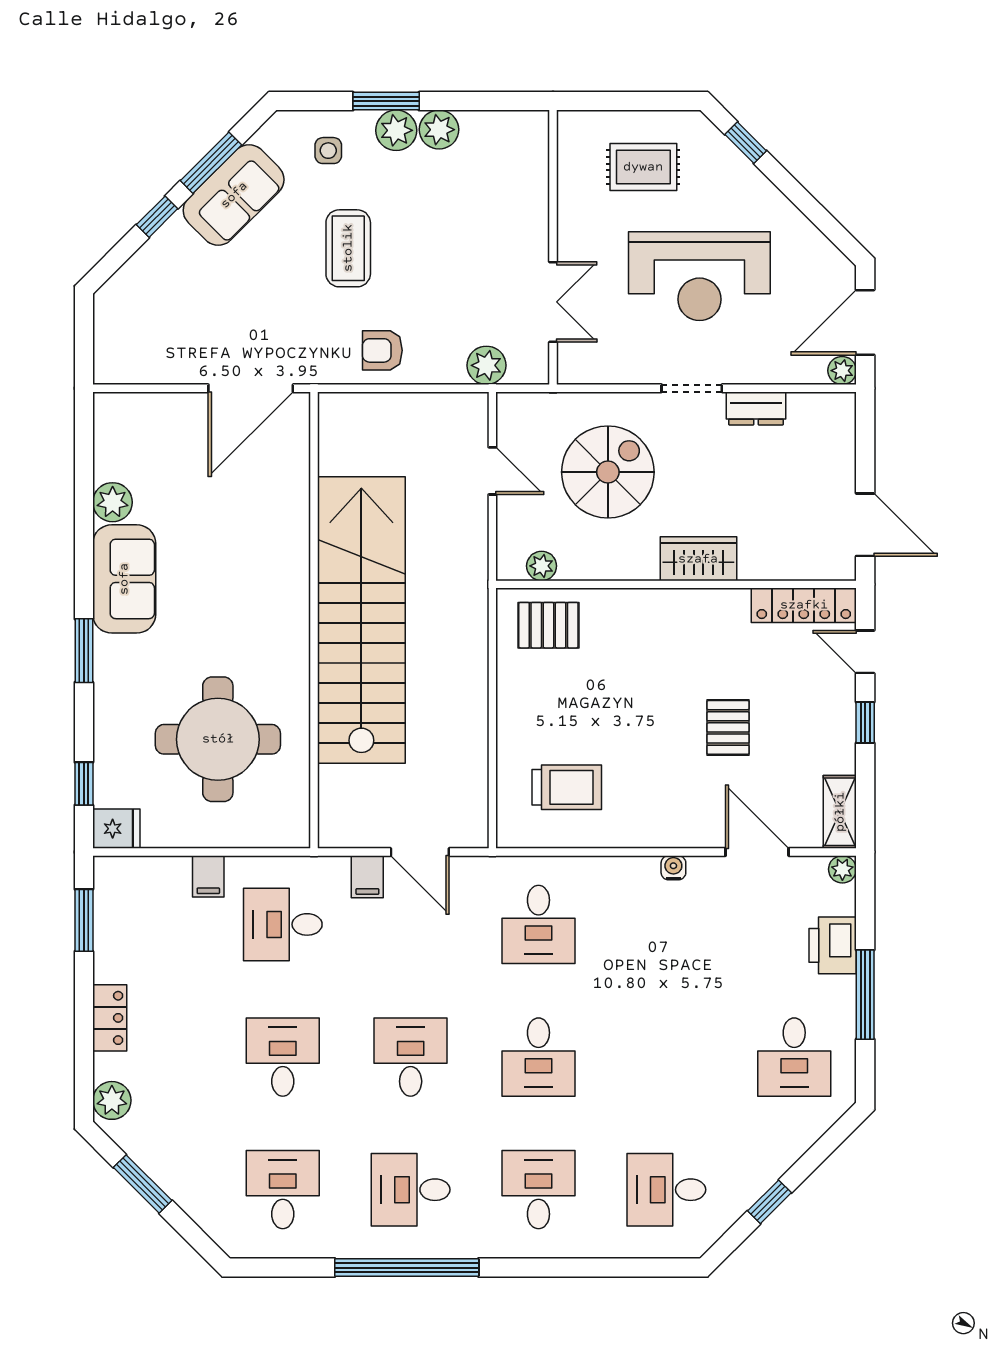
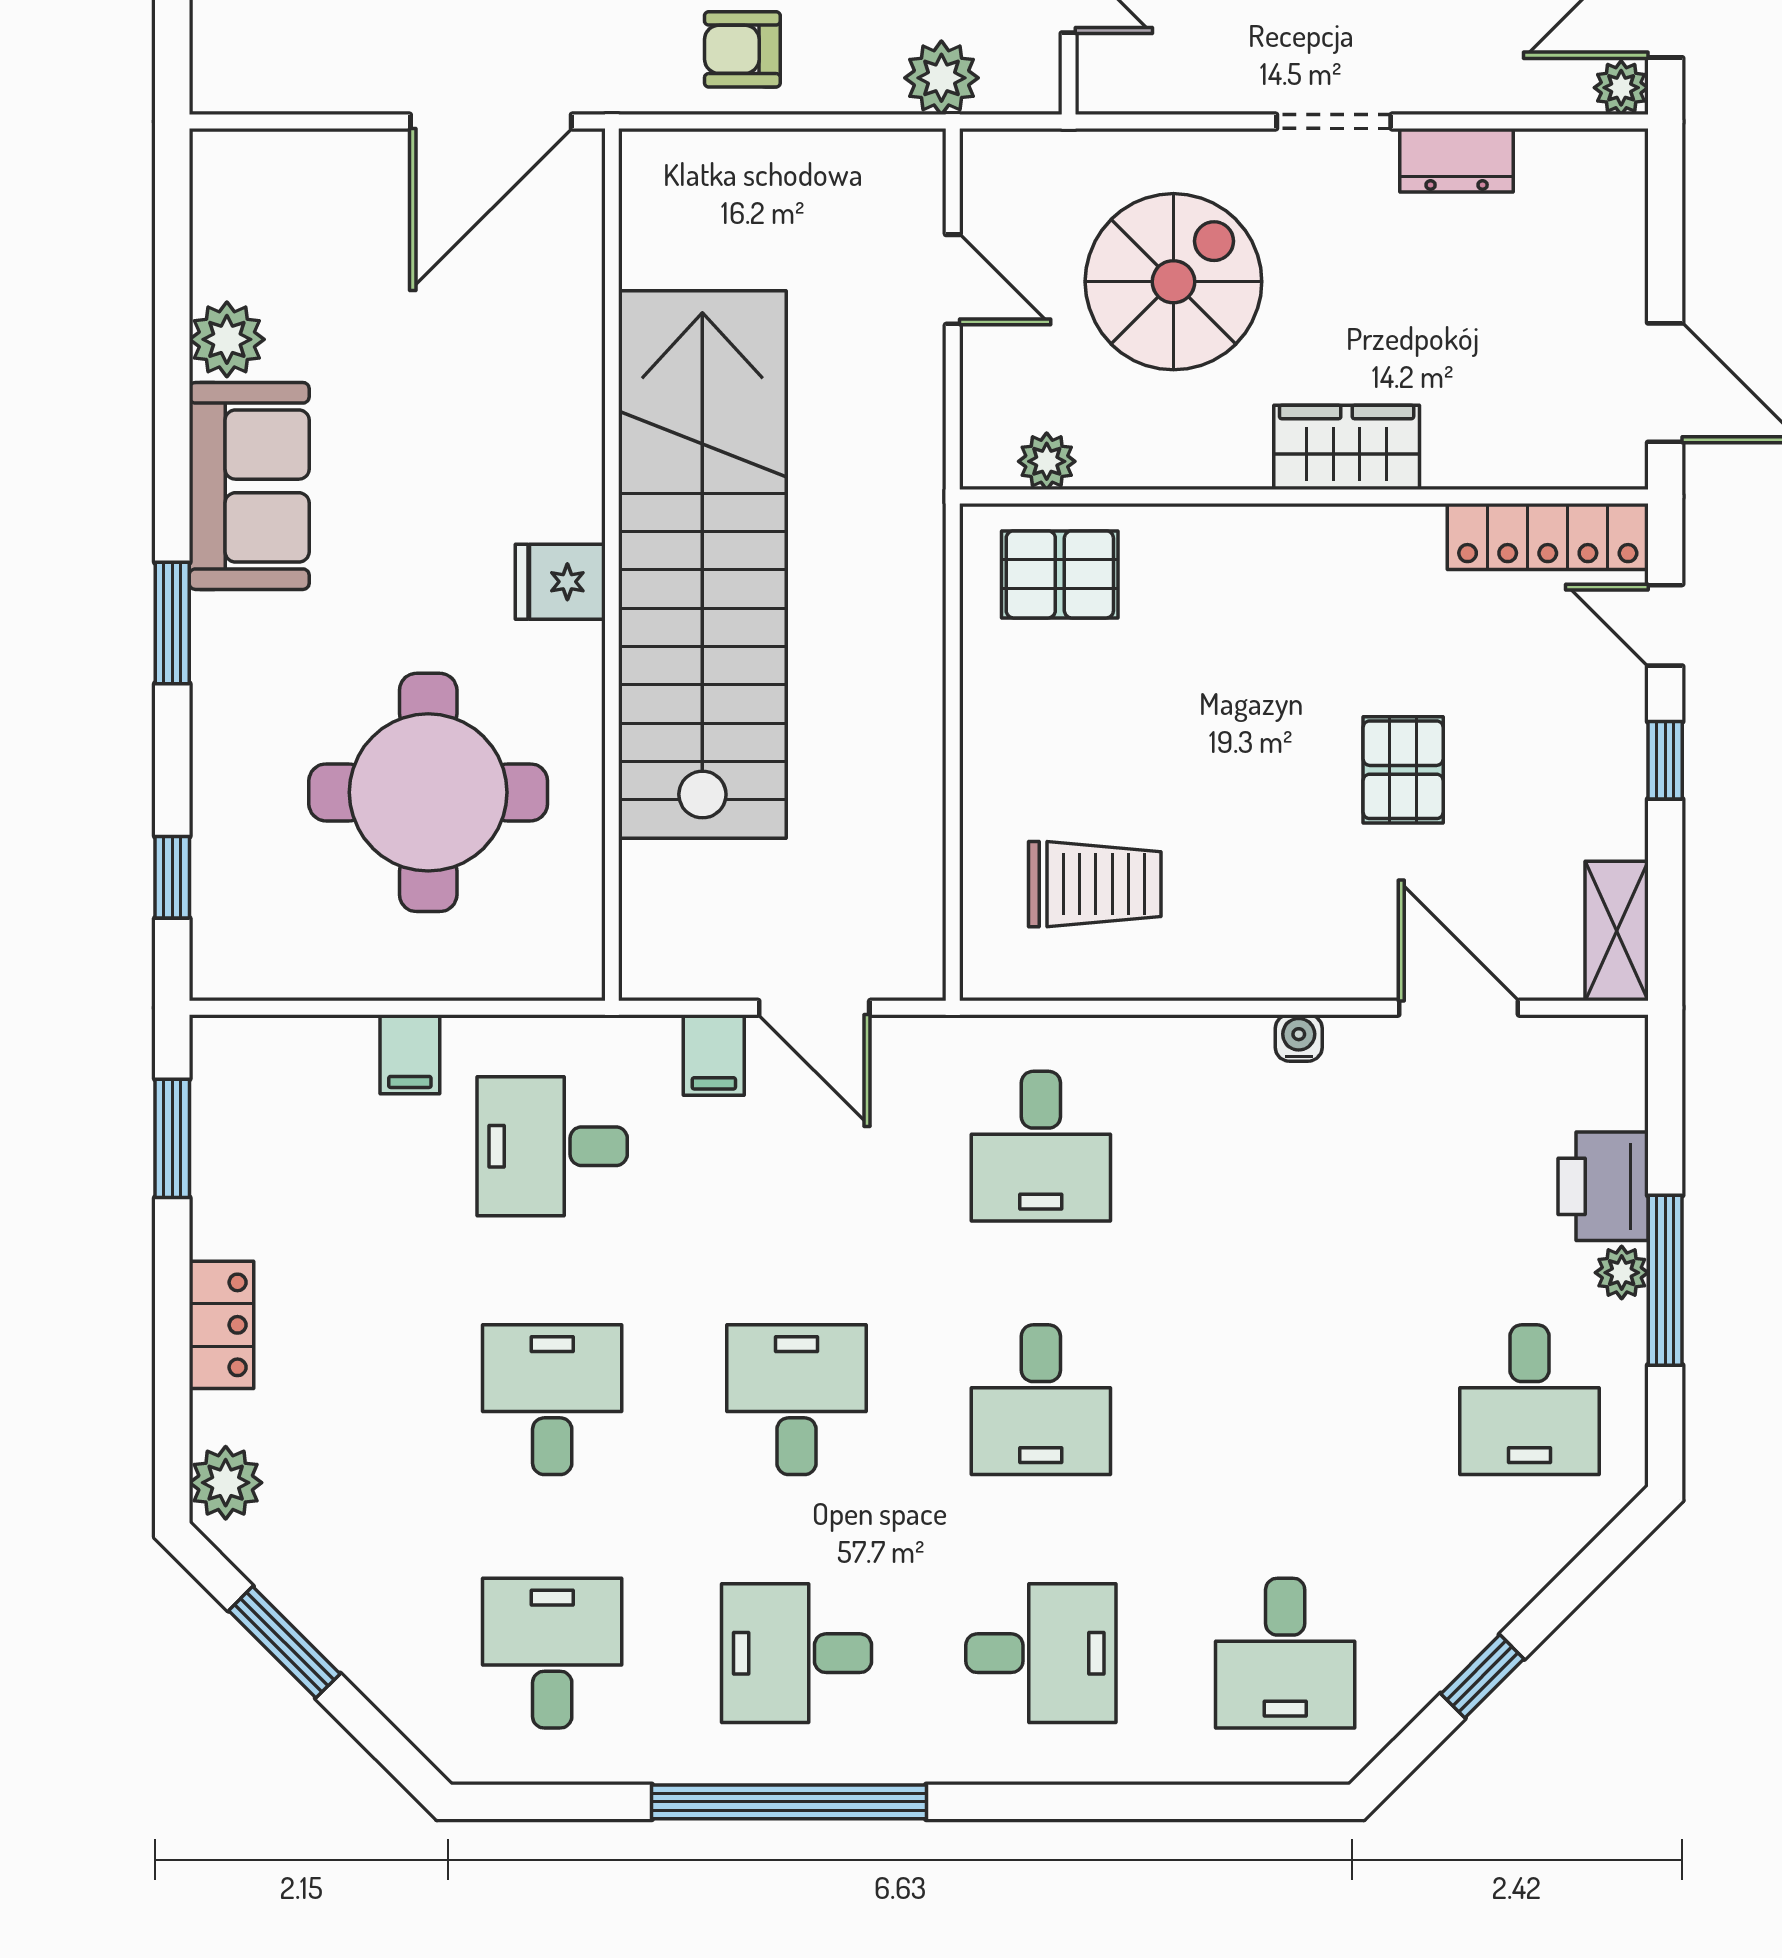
fridge: (116, 829) -> (560, 582), moved, turned 180
plant: (842, 869) -> (1622, 1273), moved
desk: (538, 1190) -> (1041, 1653), turned 90
desk: (666, 1190) -> (1285, 1653), turned -90

